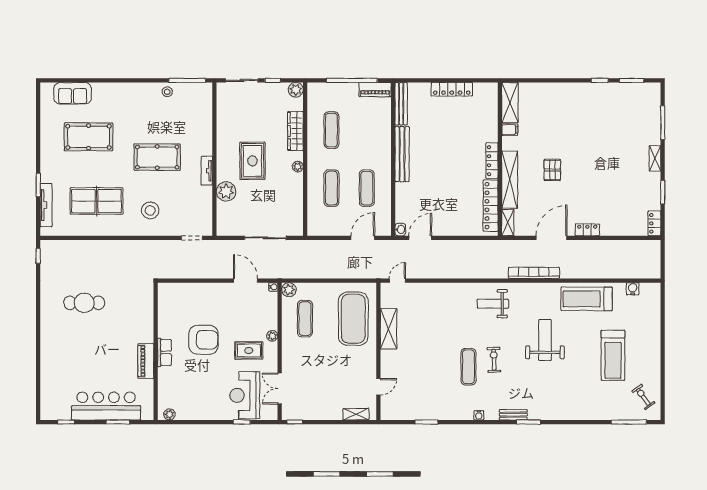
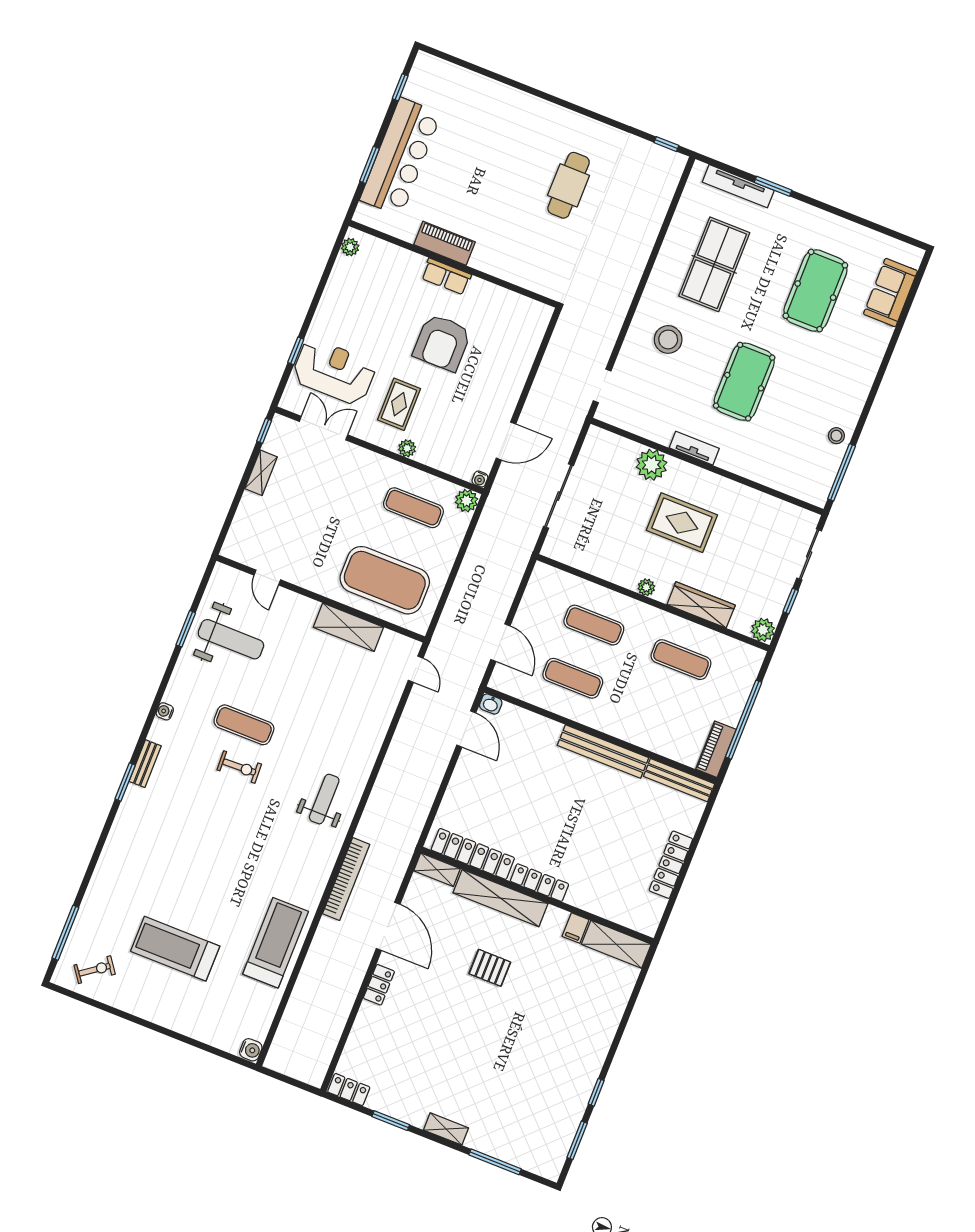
water cooler: (633, 289) -> (251, 1050), moved
weight bench: (545, 340) -> (231, 639), moved
shelving: (356, 414) -> (261, 473), moved

